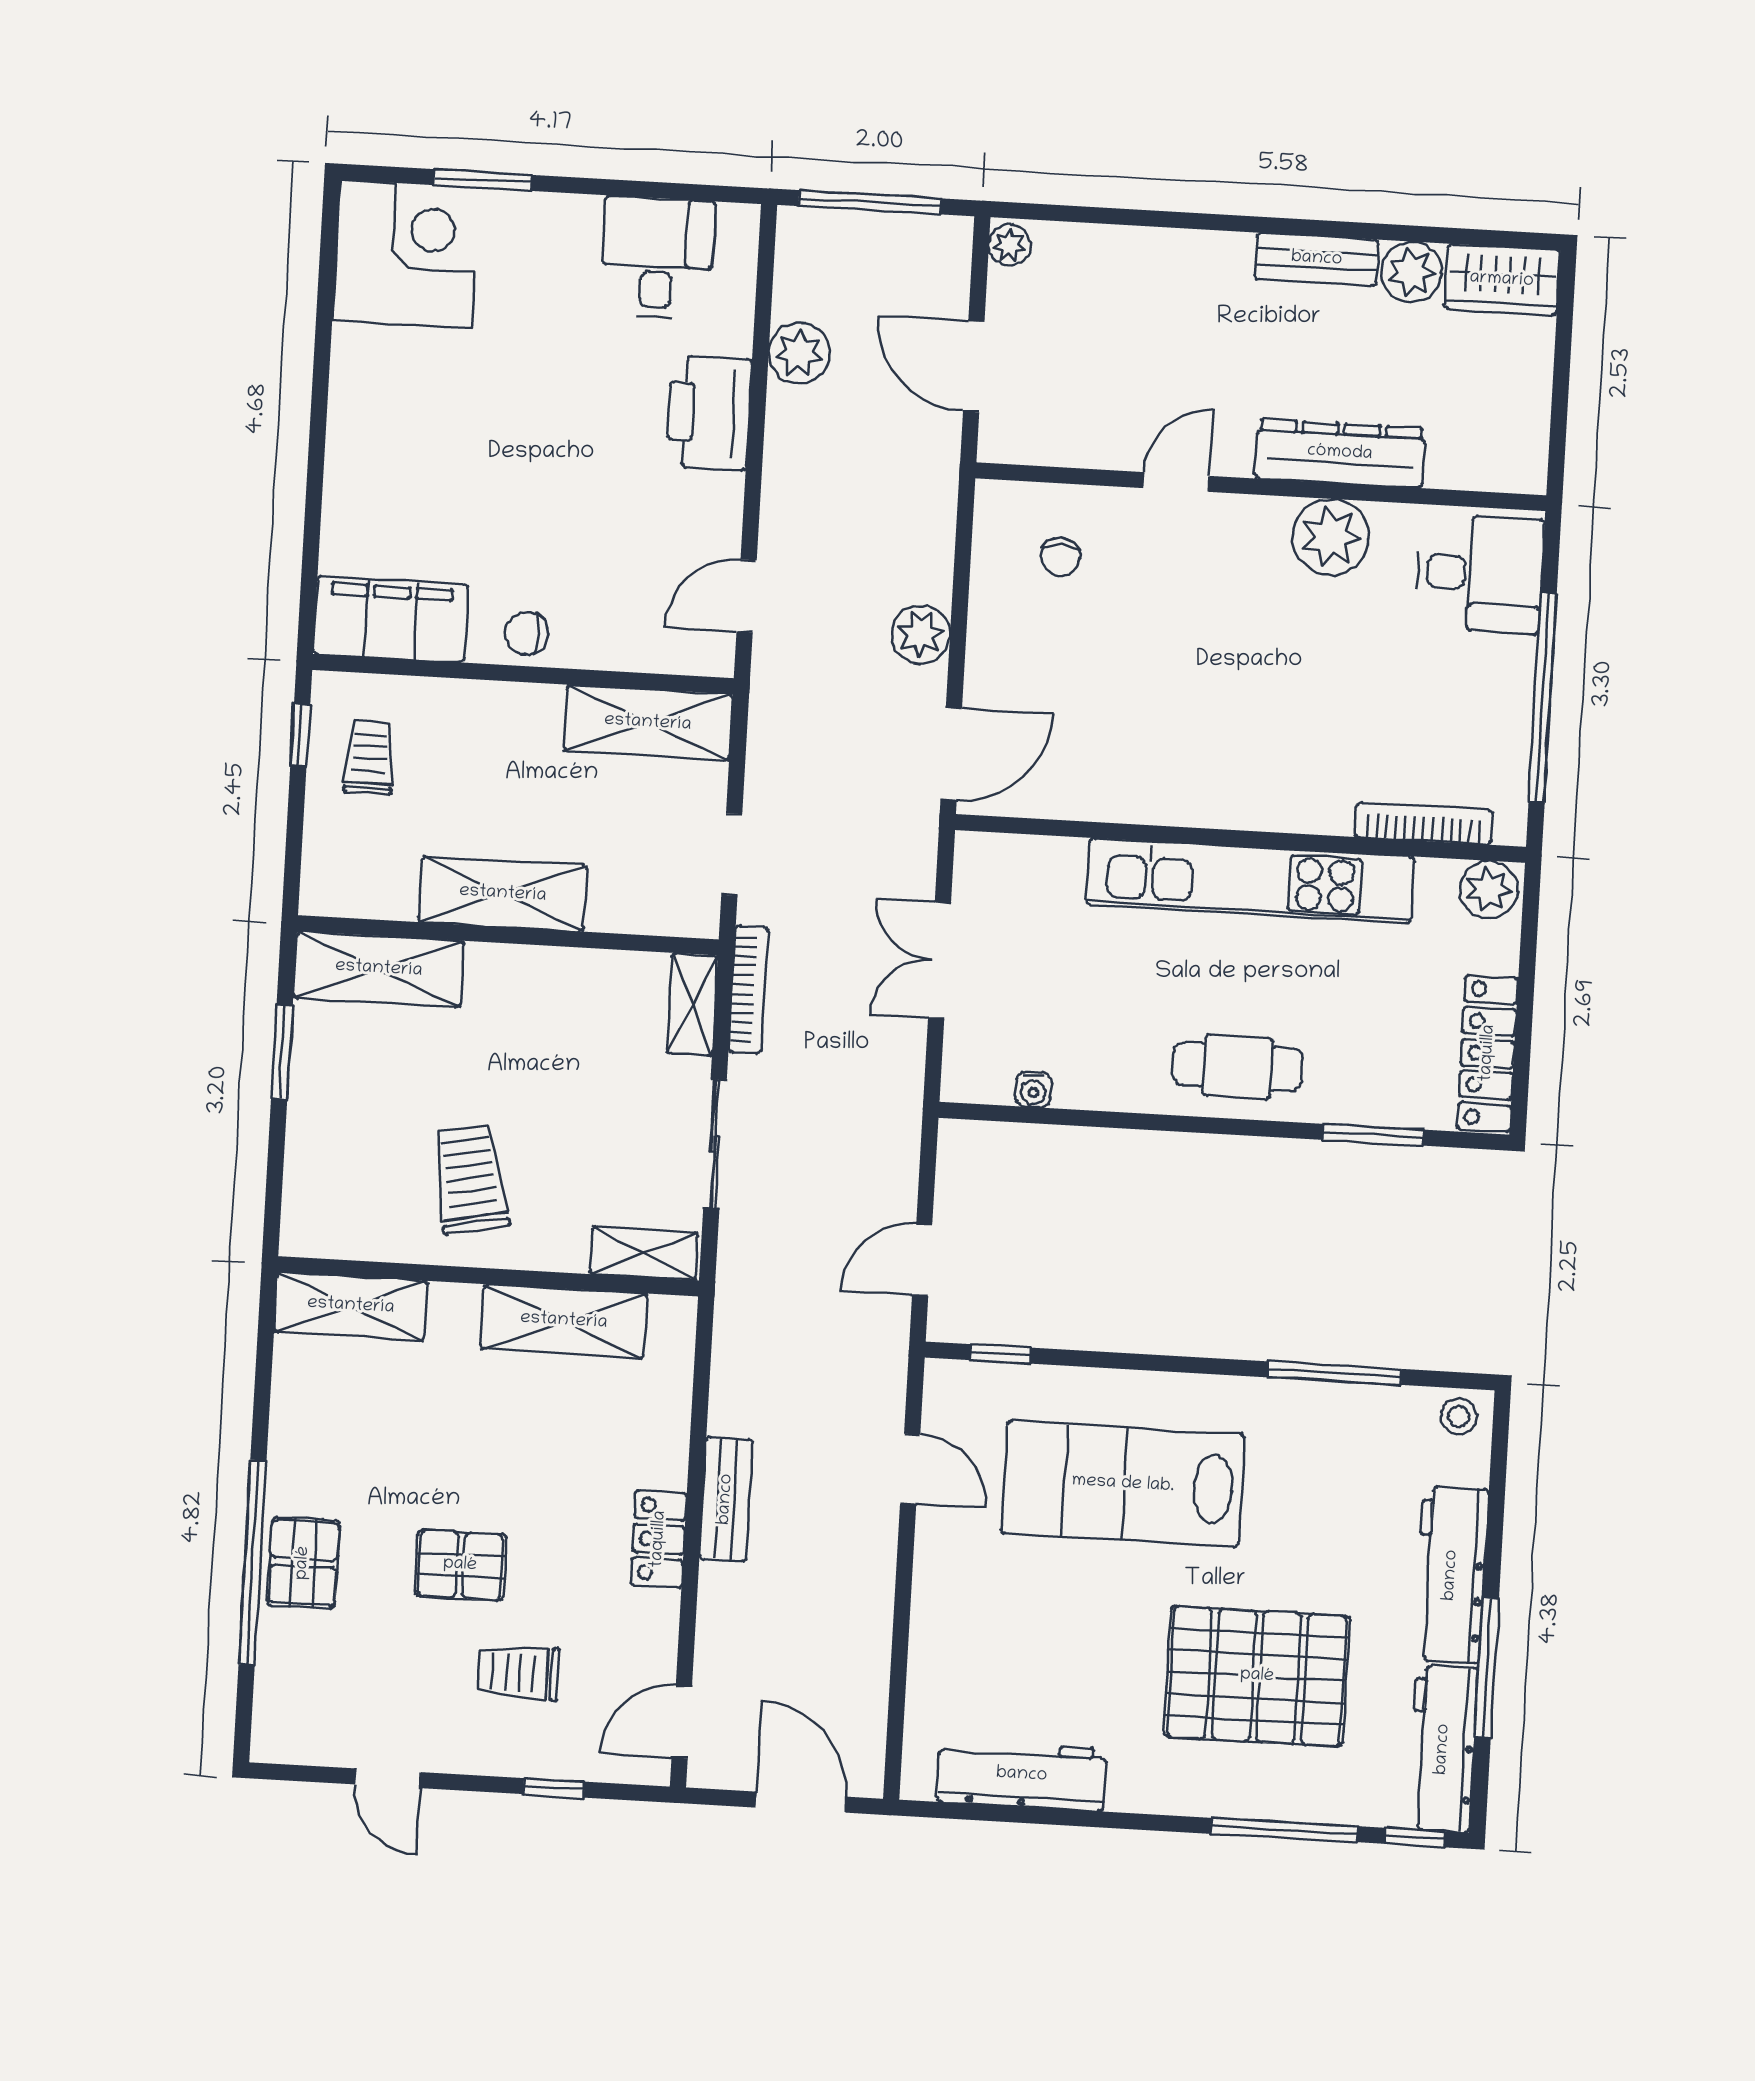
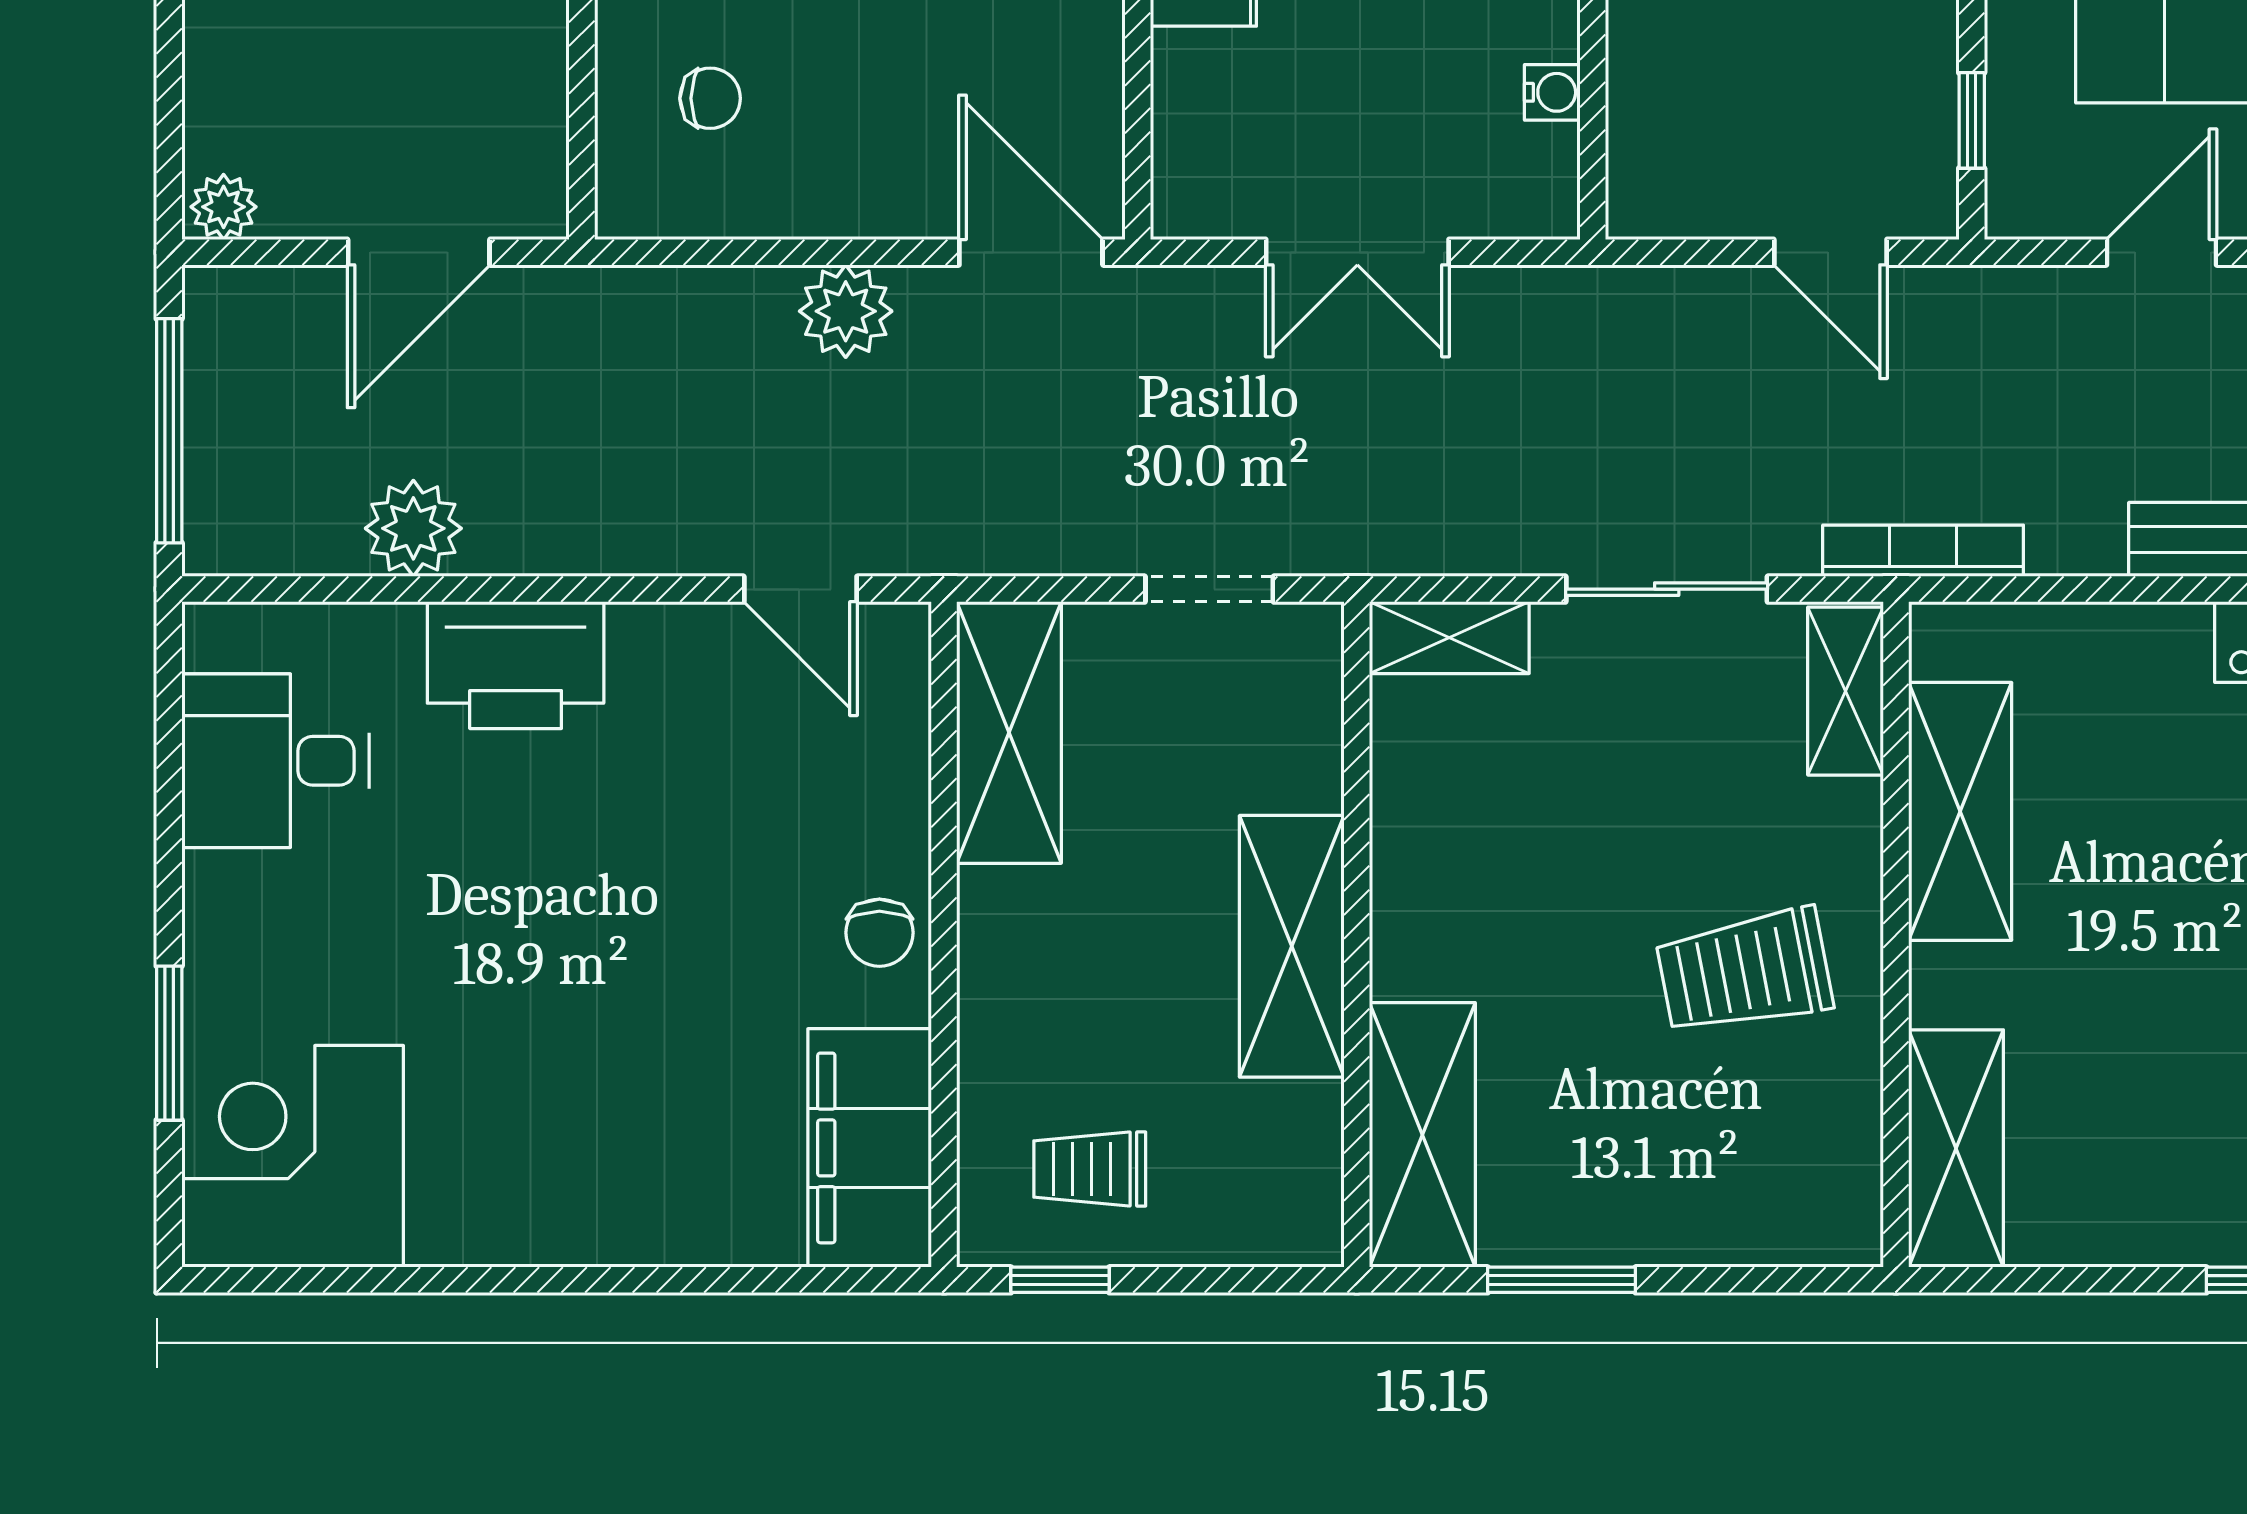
bookcase: (748, 989) -> (1923, 551), moved

